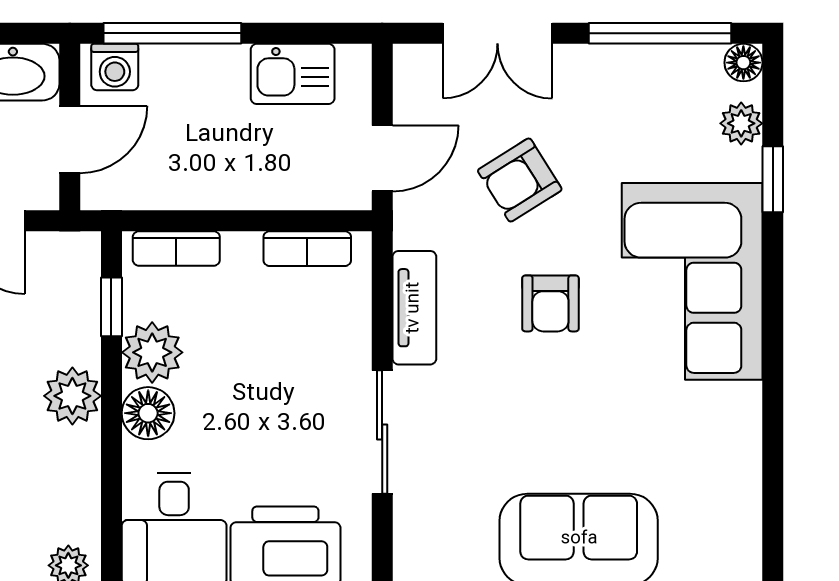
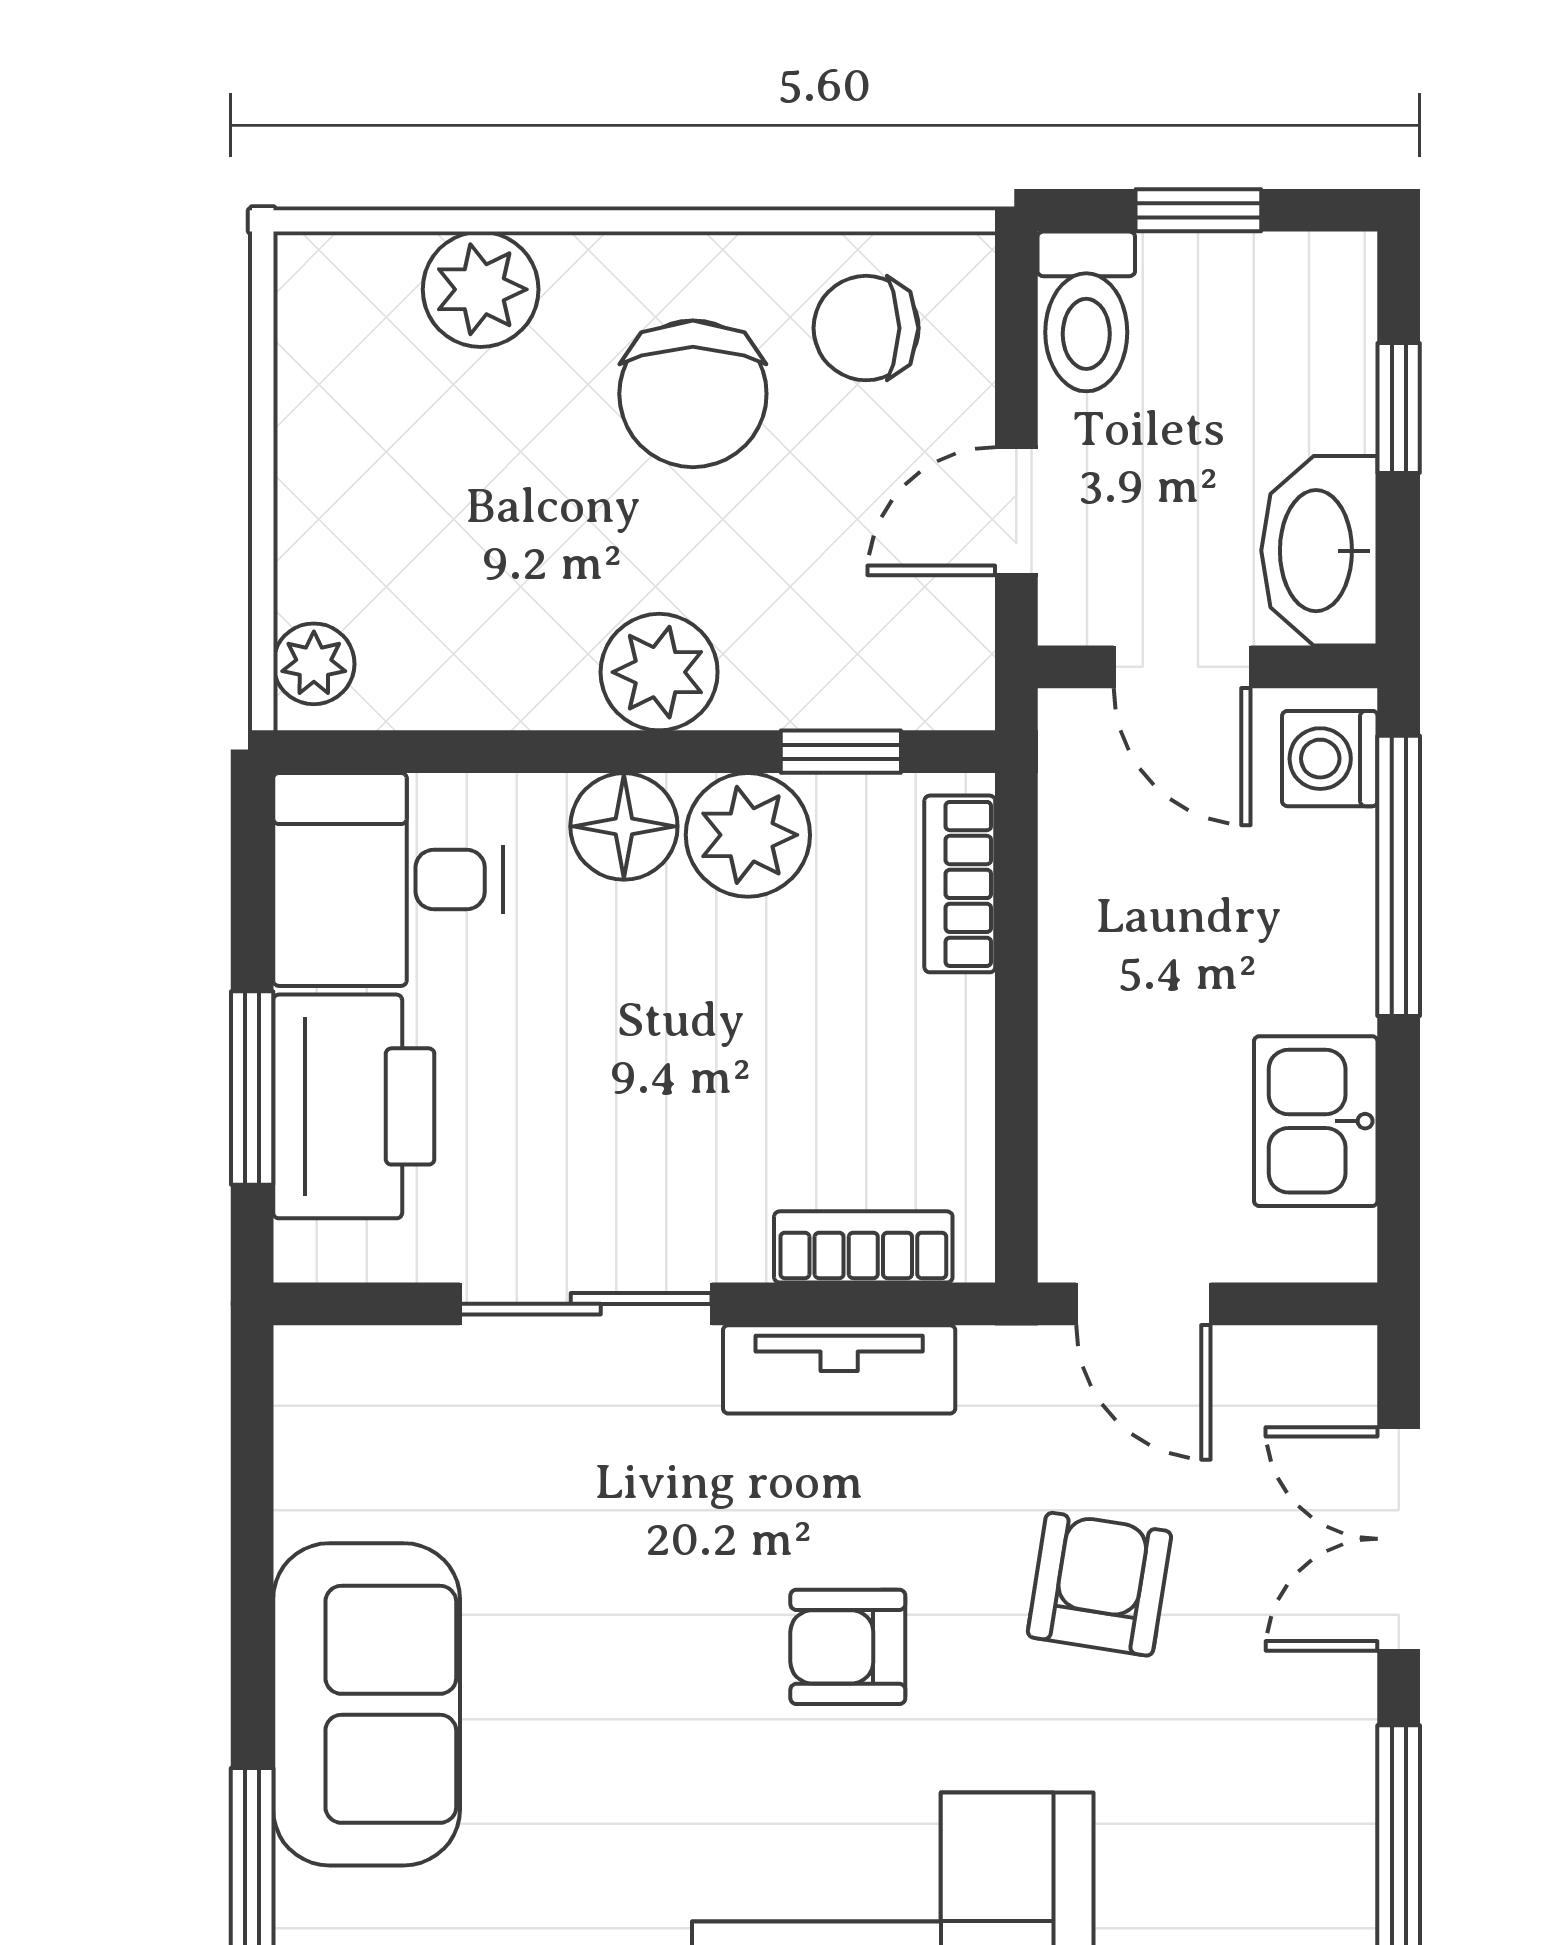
armchair: (520, 180) -> (1099, 1584), turned 41
bookcase: (307, 249) -> (863, 1247), moved, turned 90

